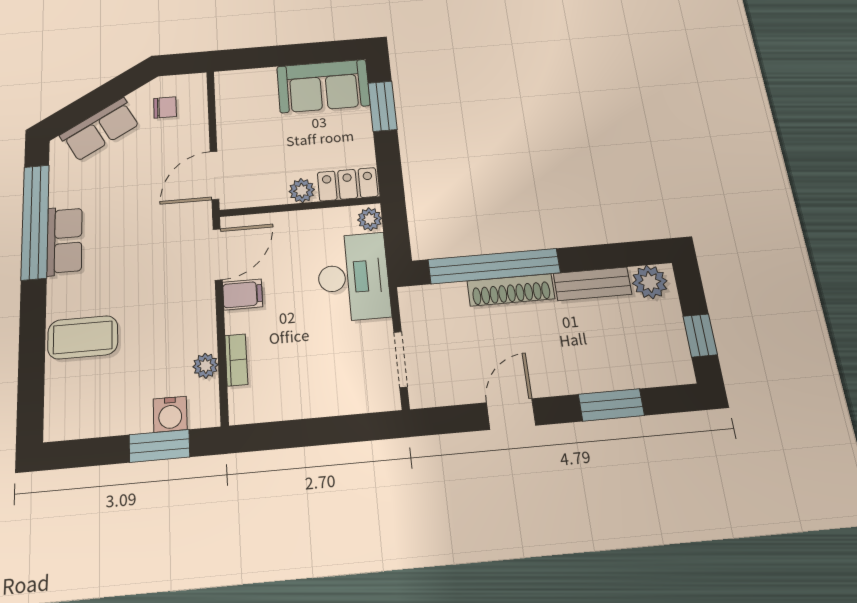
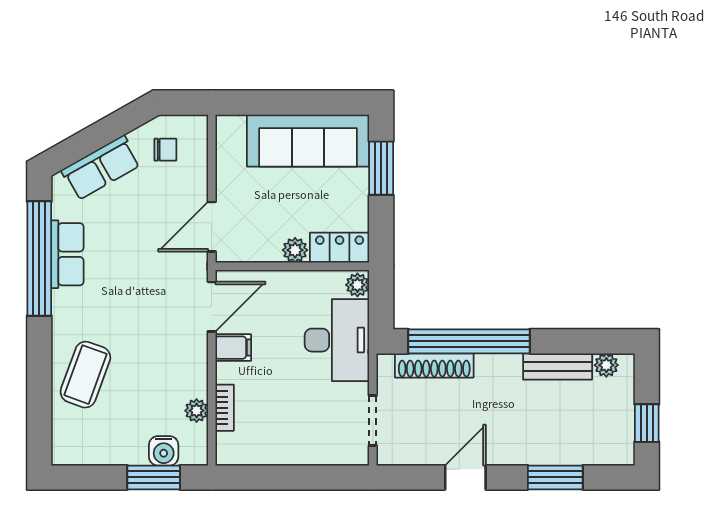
sofa: (323, 86) -> (308, 141), width x1.36
row of seats: (64, 241) -> (67, 254), moved
plant: (650, 282) -> (606, 365), width x0.73, depth x0.73
shoe rack: (511, 290) -> (434, 365), moved
coffee table: (83, 337) -> (85, 375), turned -70

